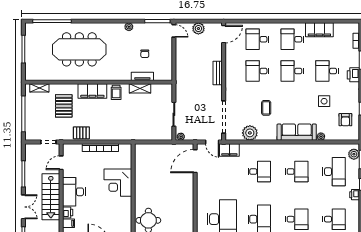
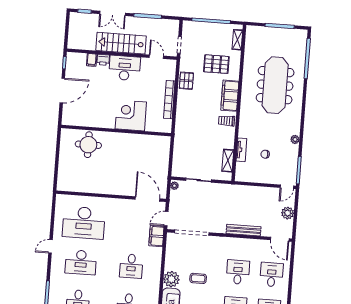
bench: (218, 73) -> (244, 230), width x1.36
shelving: (140, 88) -> (228, 161), moved
plant: (250, 133) -> (171, 279), moved

